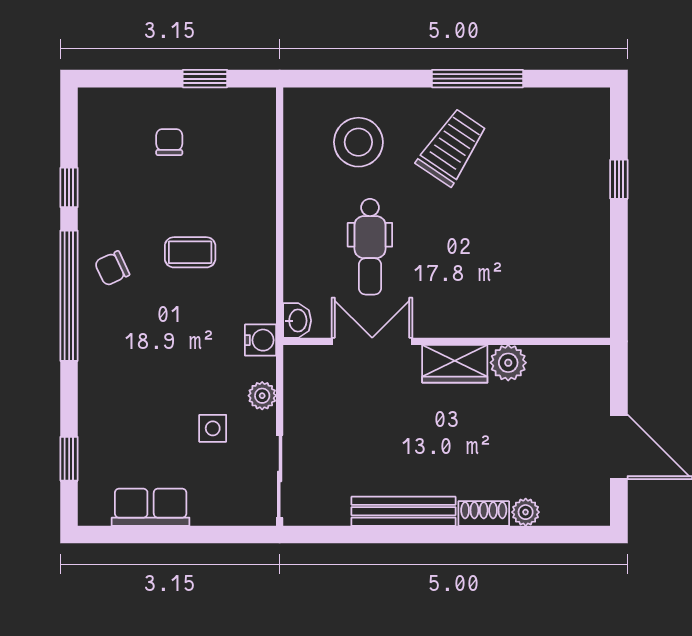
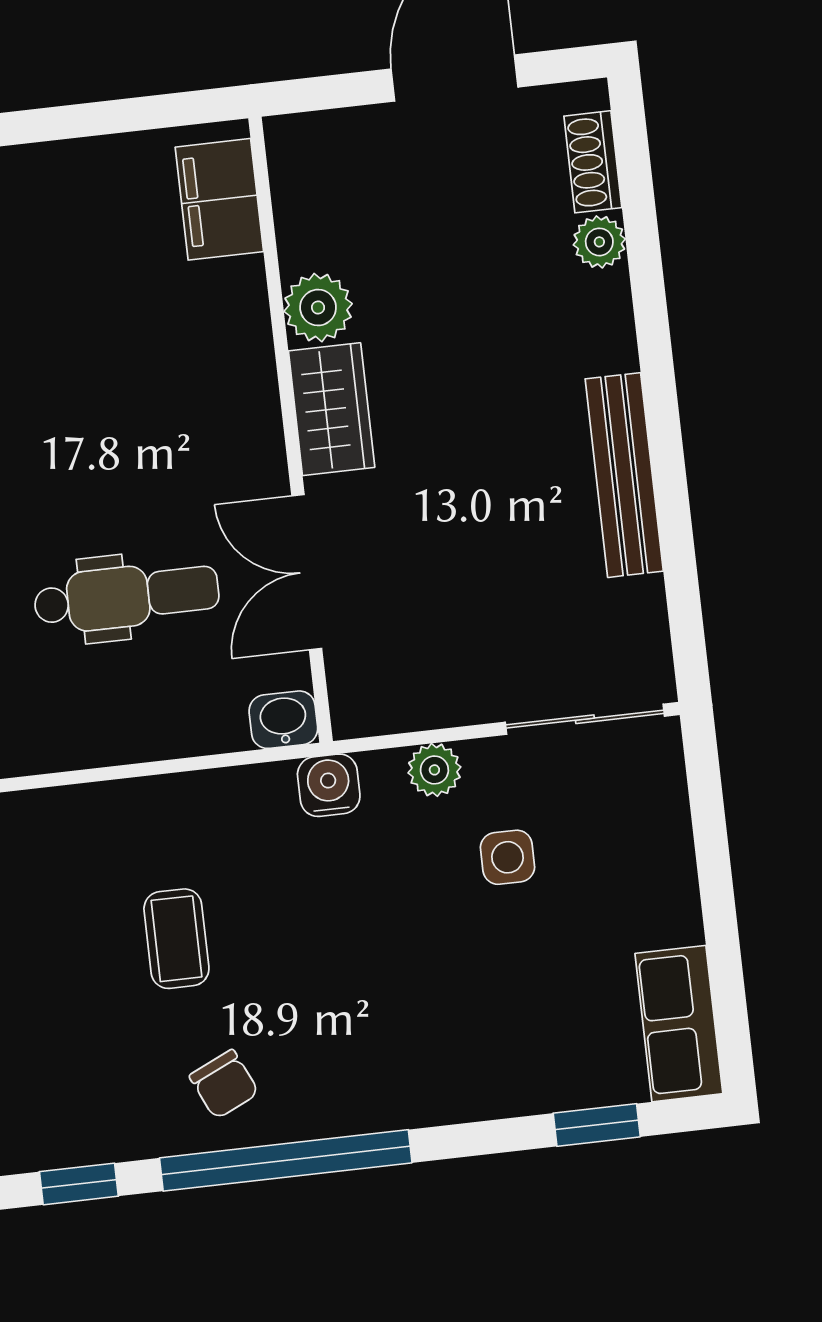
filing cabinet: (570, 318) -> (219, 199), added
row of seats: (151, 507) -> (679, 1024), moved
shoe rack: (484, 513) -> (593, 162), moved

